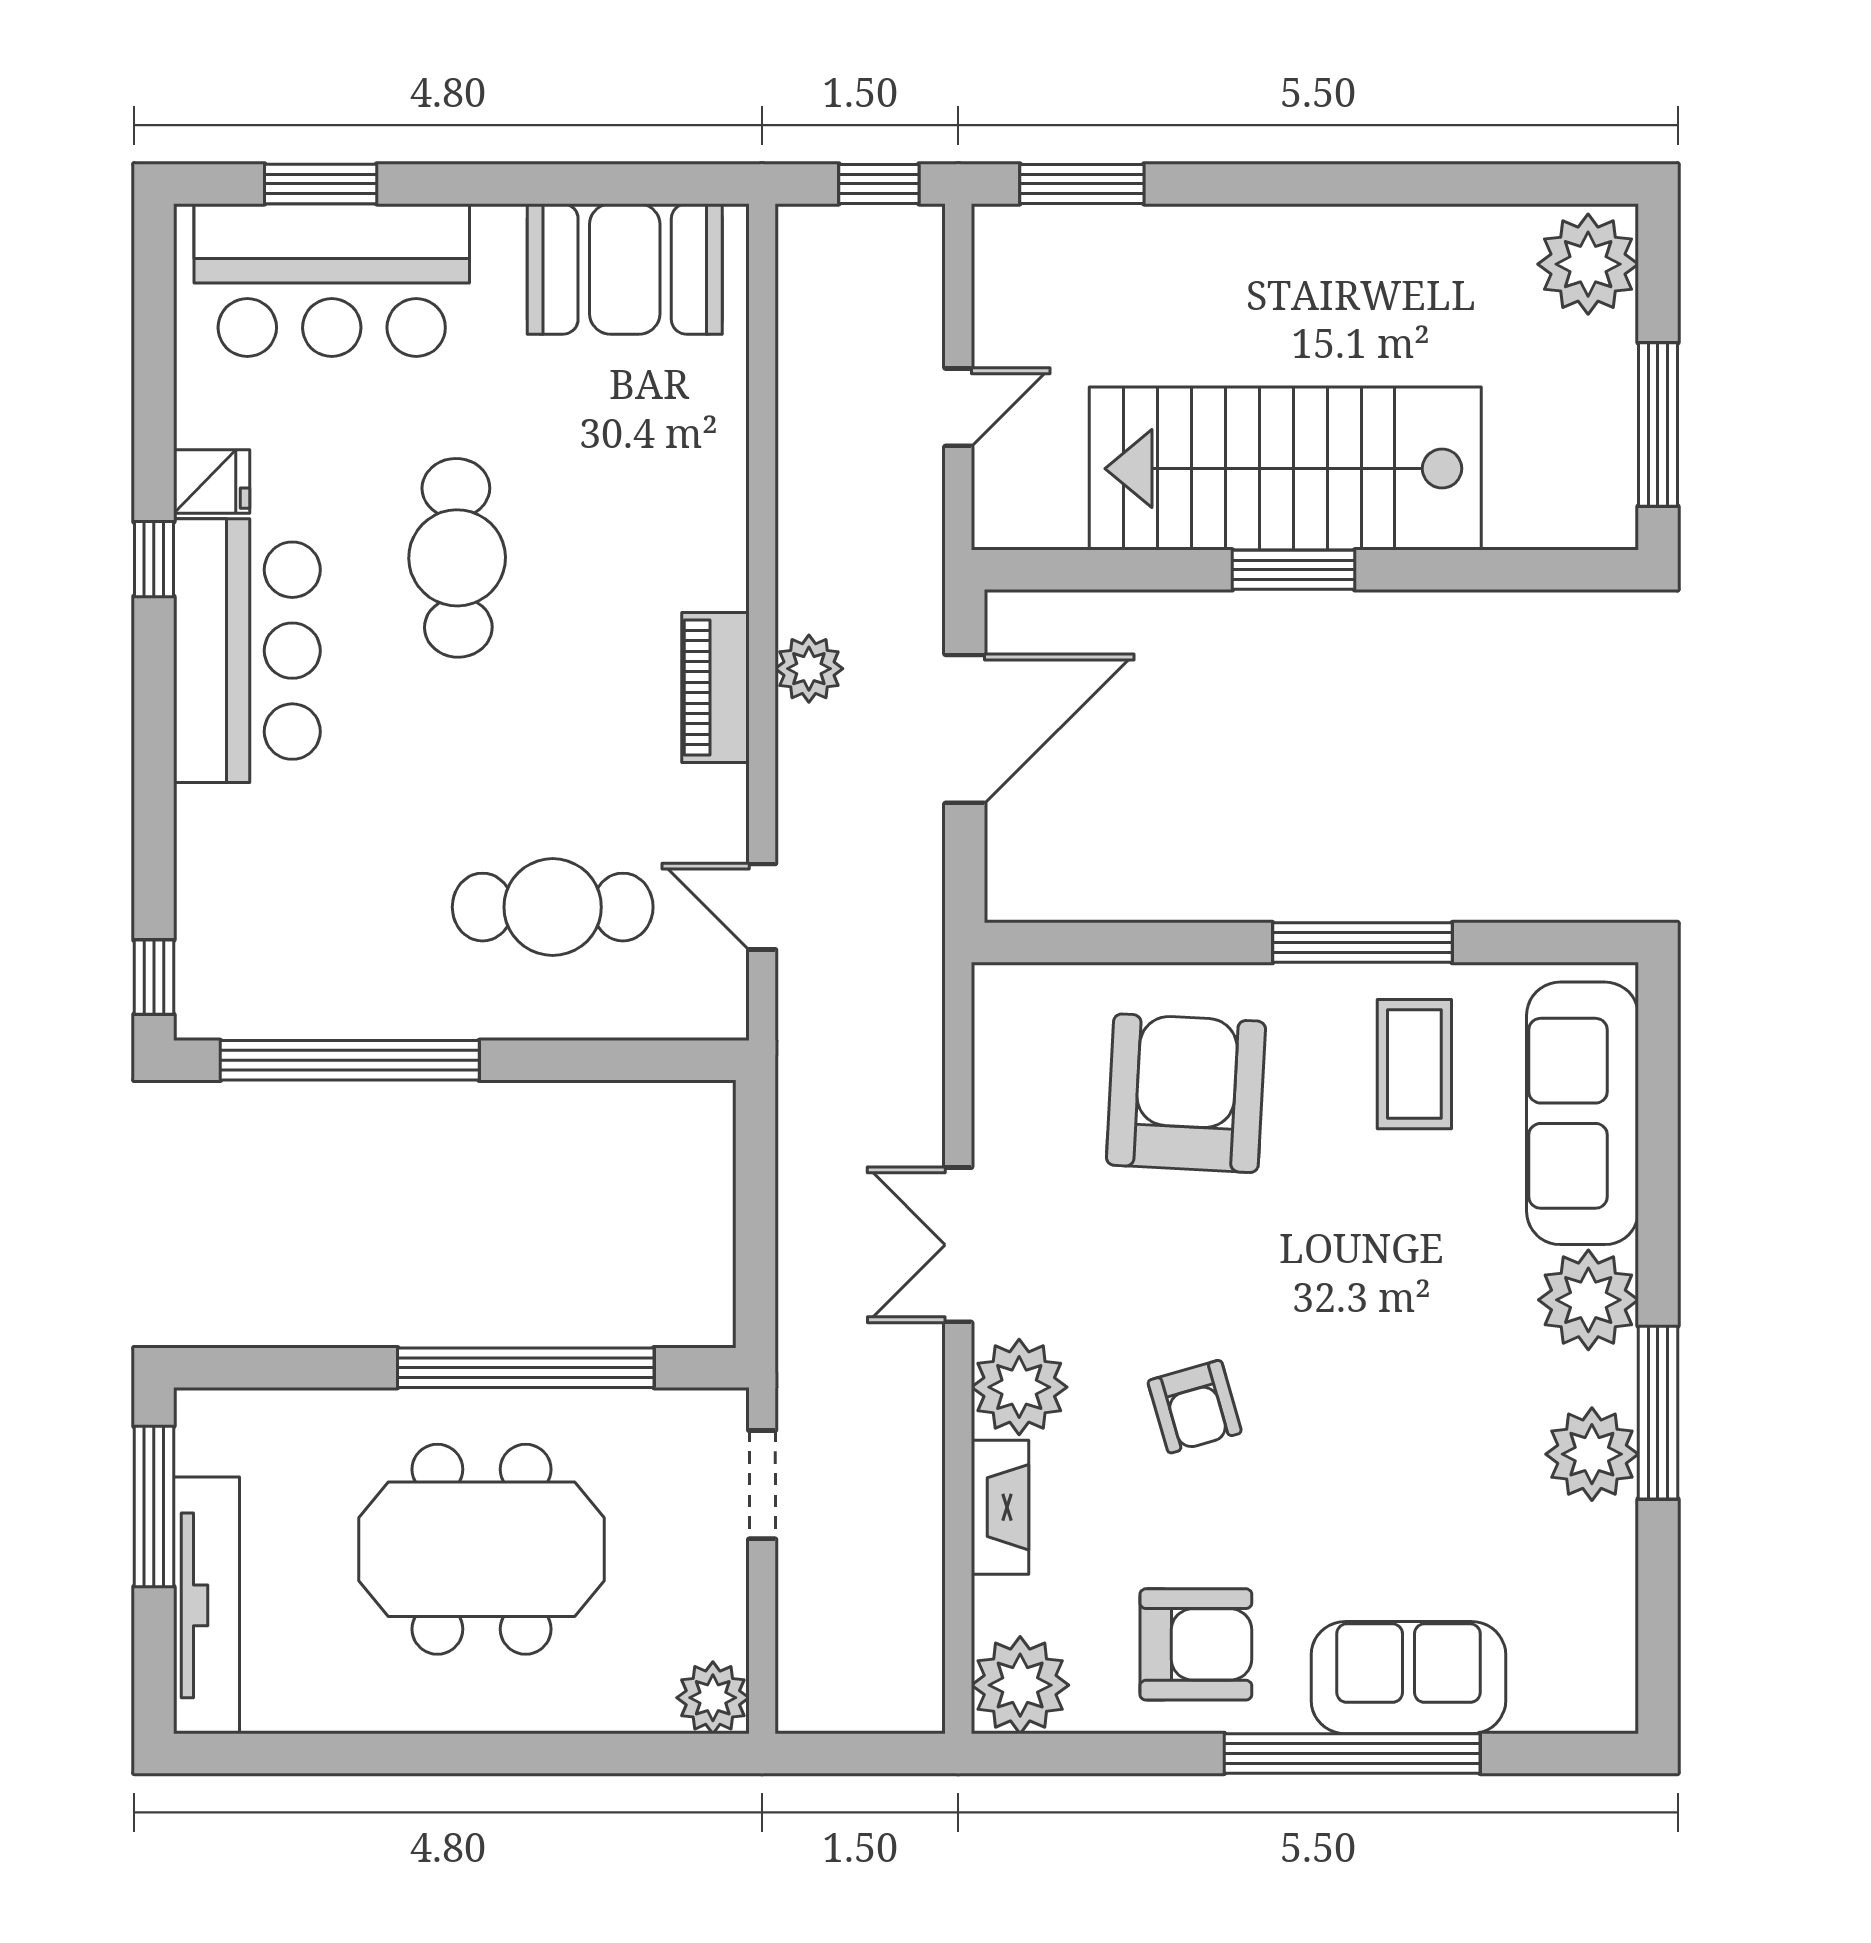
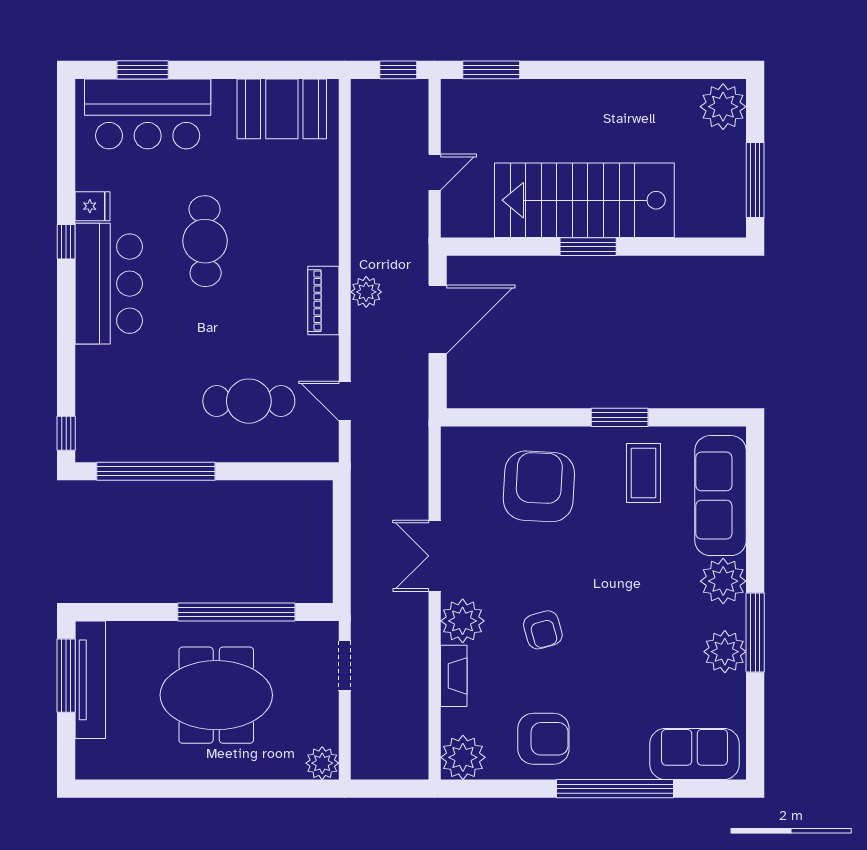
window: (1362, 943) -> (620, 417), width x0.69
tv unit: (206, 1605) -> (90, 680), moved
sofa: (1408, 1678) -> (694, 754), moved

